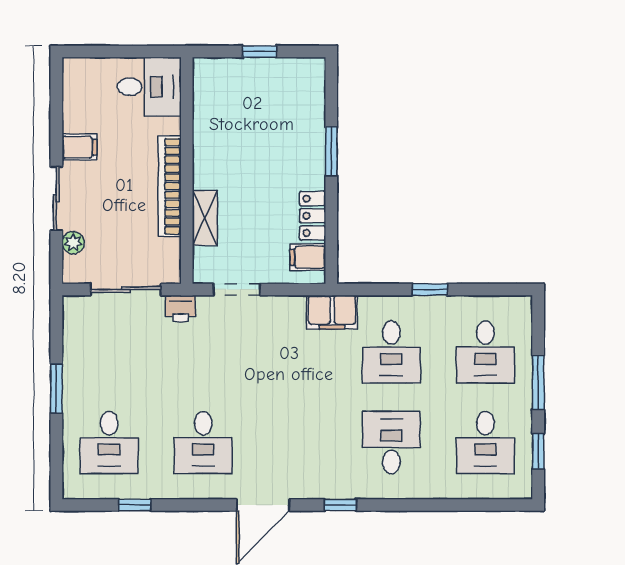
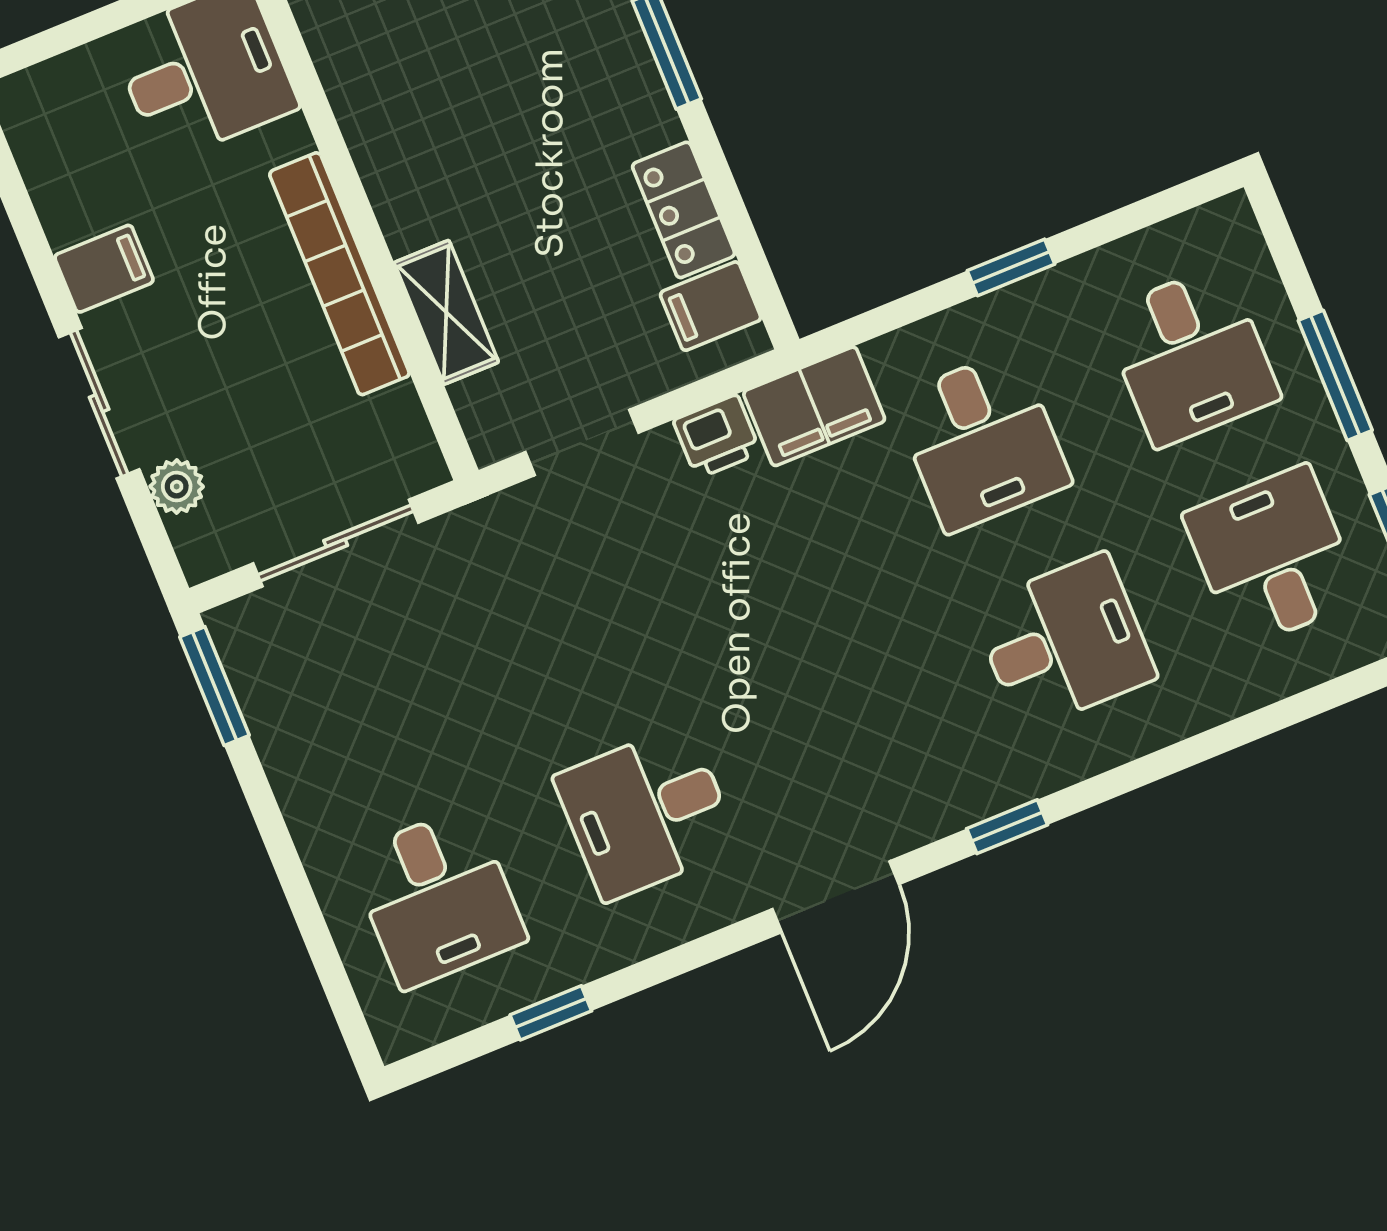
printer: (181, 309) -> (717, 437), moved
window: (56, 388) -> (215, 686), moved
desk: (203, 443) -> (646, 812), turned 90
desk: (391, 443) -> (1064, 642), turned 90
desk: (485, 443) -> (1273, 557), turned 180

